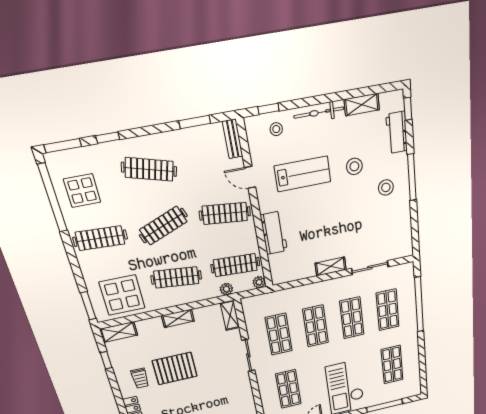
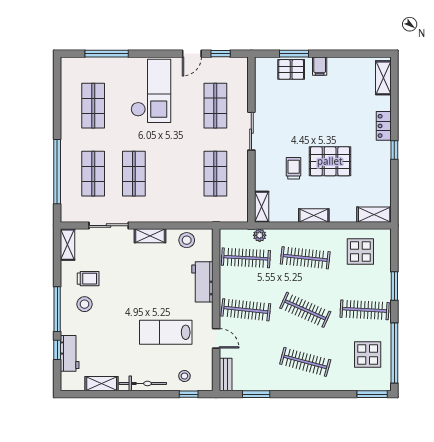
window: (408, 109) -> (57, 350), moved
window: (108, 138) -> (333, 394), removed
stool: (354, 166) -> (187, 240), moved
trolley: (384, 214) -> (88, 279), added
clothes rail: (163, 226) -> (305, 310), turned 45
shelving: (406, 242) -> (67, 245), added
plant: (259, 282) -> (226, 235), removed
display table: (122, 295) -> (360, 252), width x0.73, depth x0.73
window: (88, 306) -> (394, 286), moved
shop shelf: (316, 326) -> (175, 174), removed
sliding door: (248, 355) -> (251, 131), moved
window: (106, 360) -> (394, 150), moved
trolley: (140, 378) -> (294, 168), moved

